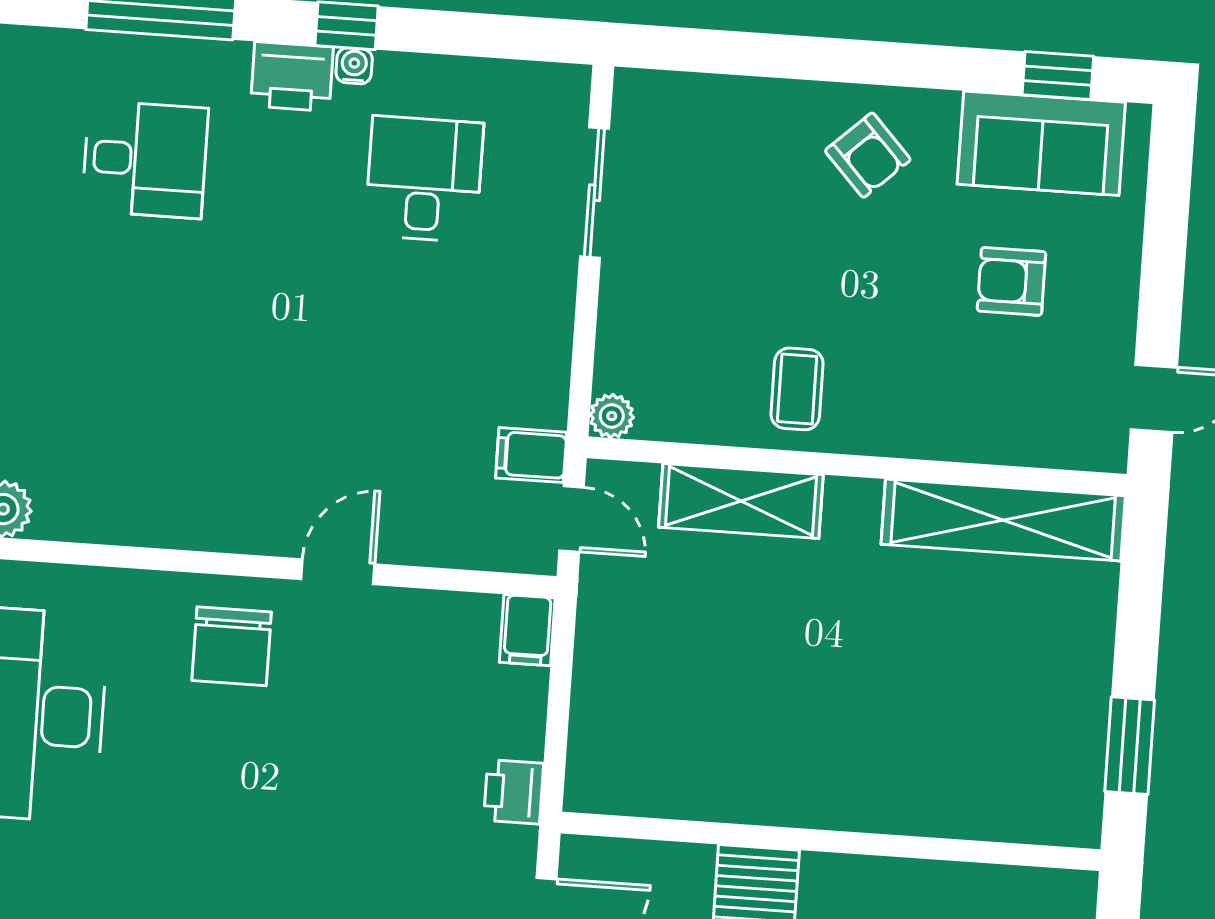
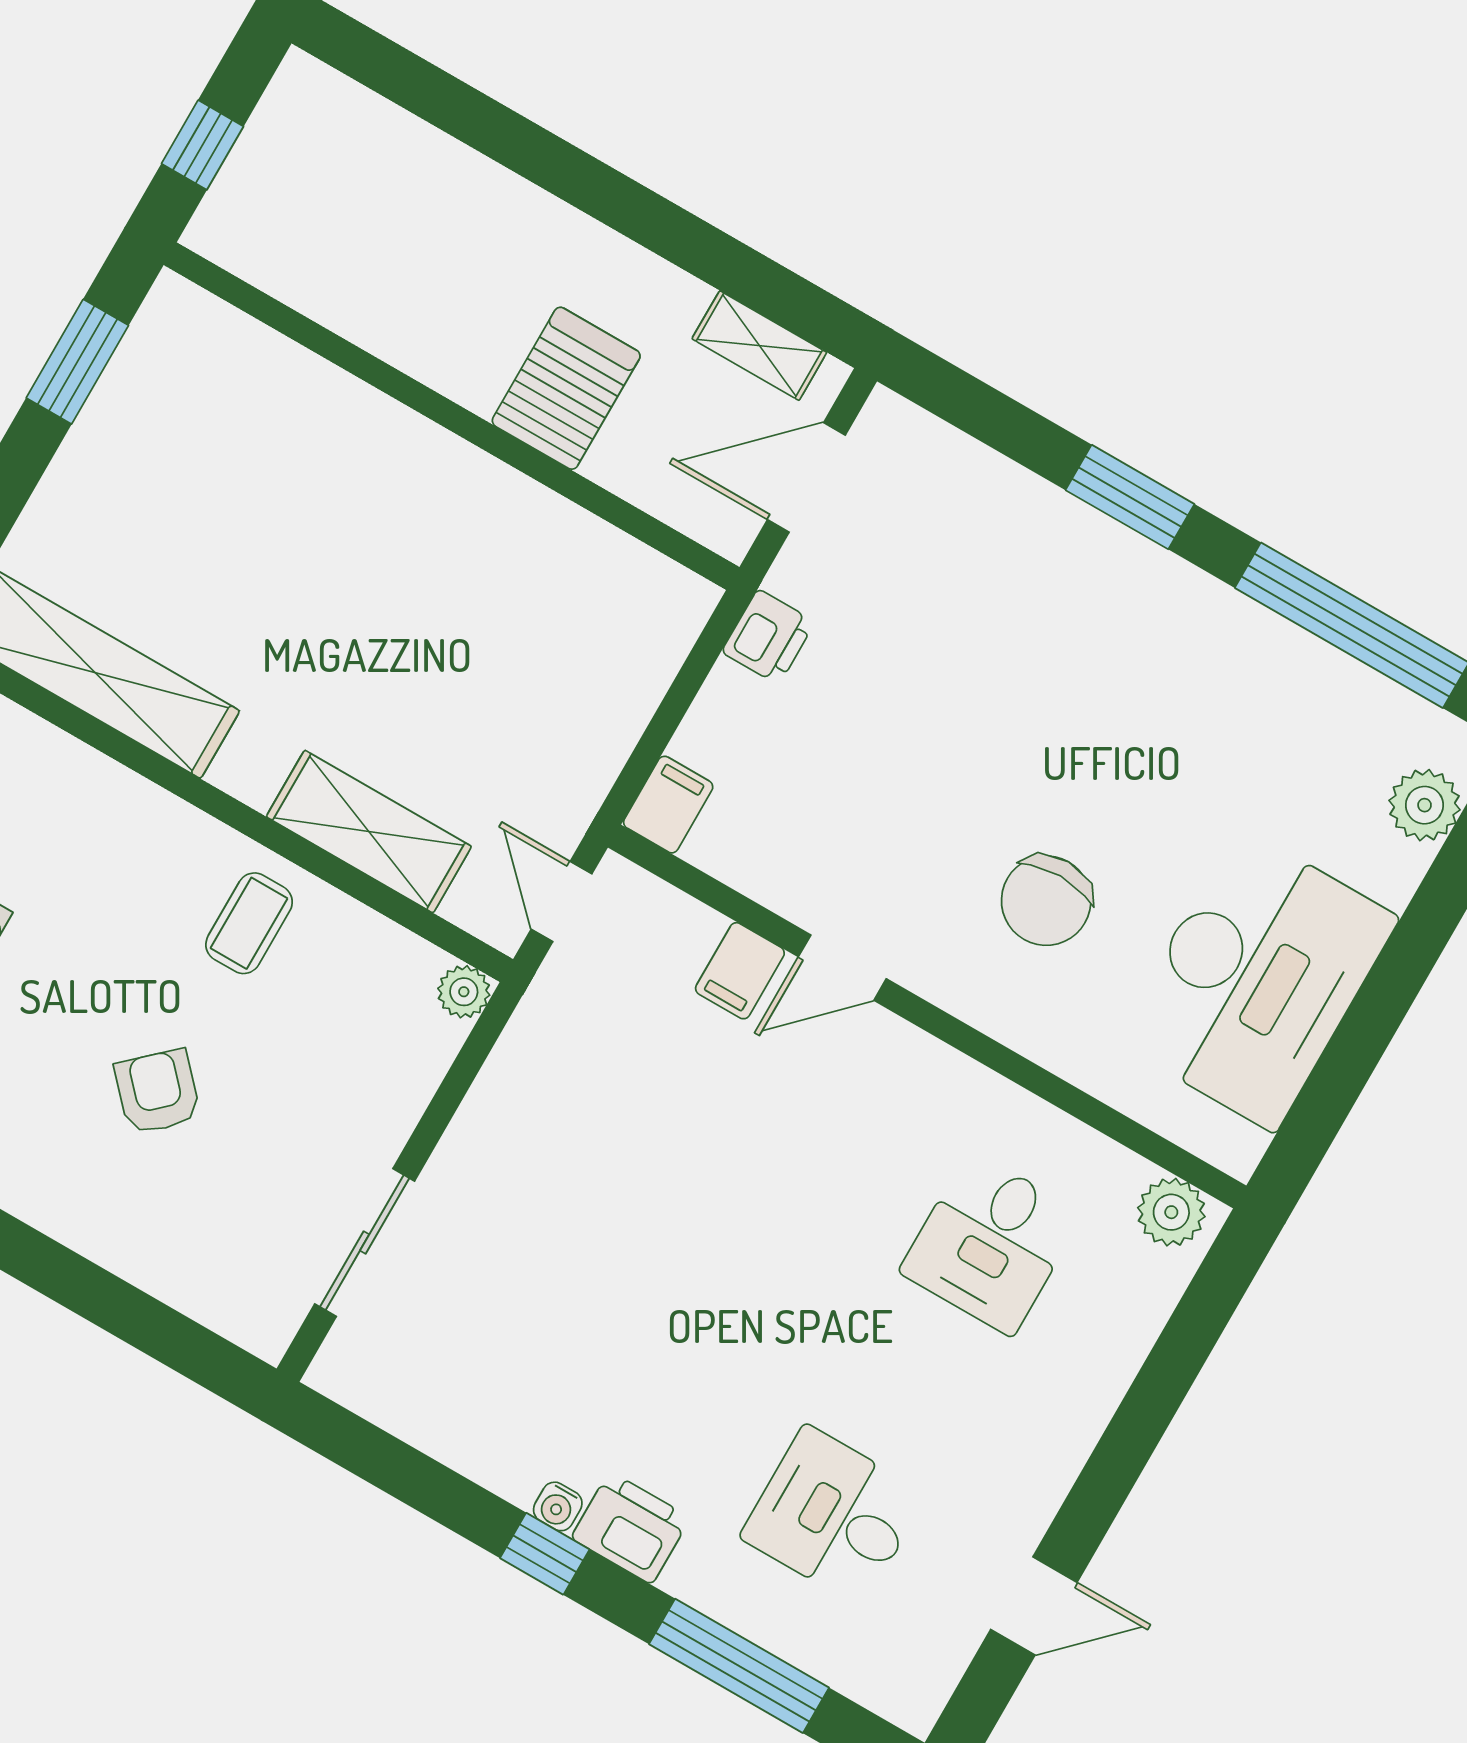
armchair: (868, 155) -> (158, 1092), moved
desk: (424, 179) -> (991, 1243), moved
filing cabinet: (531, 455) -> (740, 971), moved, turned 90
chair: (232, 646) -> (1046, 901), moved, turned 180

